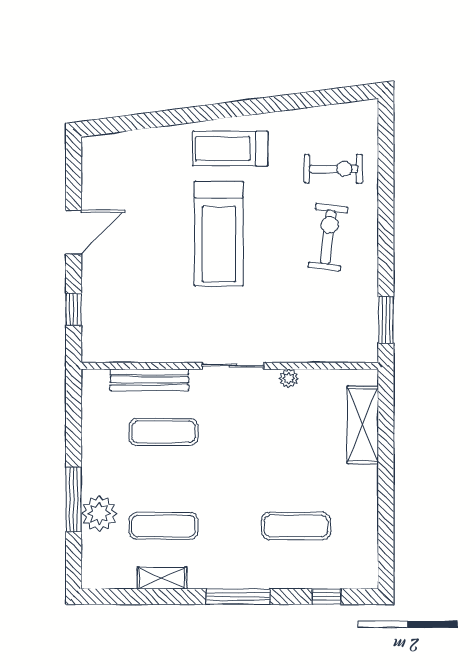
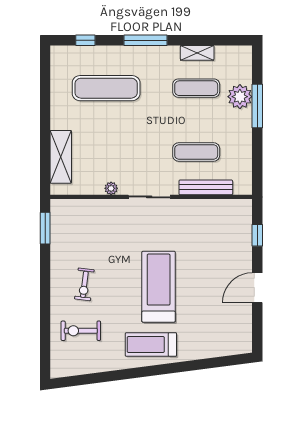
treadmill: (230, 149) -> (151, 345), turned 180
exercise bike: (328, 237) -> (84, 284), width x0.73, depth x0.72
exercise mat: (296, 526) -> (106, 88), width x1.36, depth x1.45

